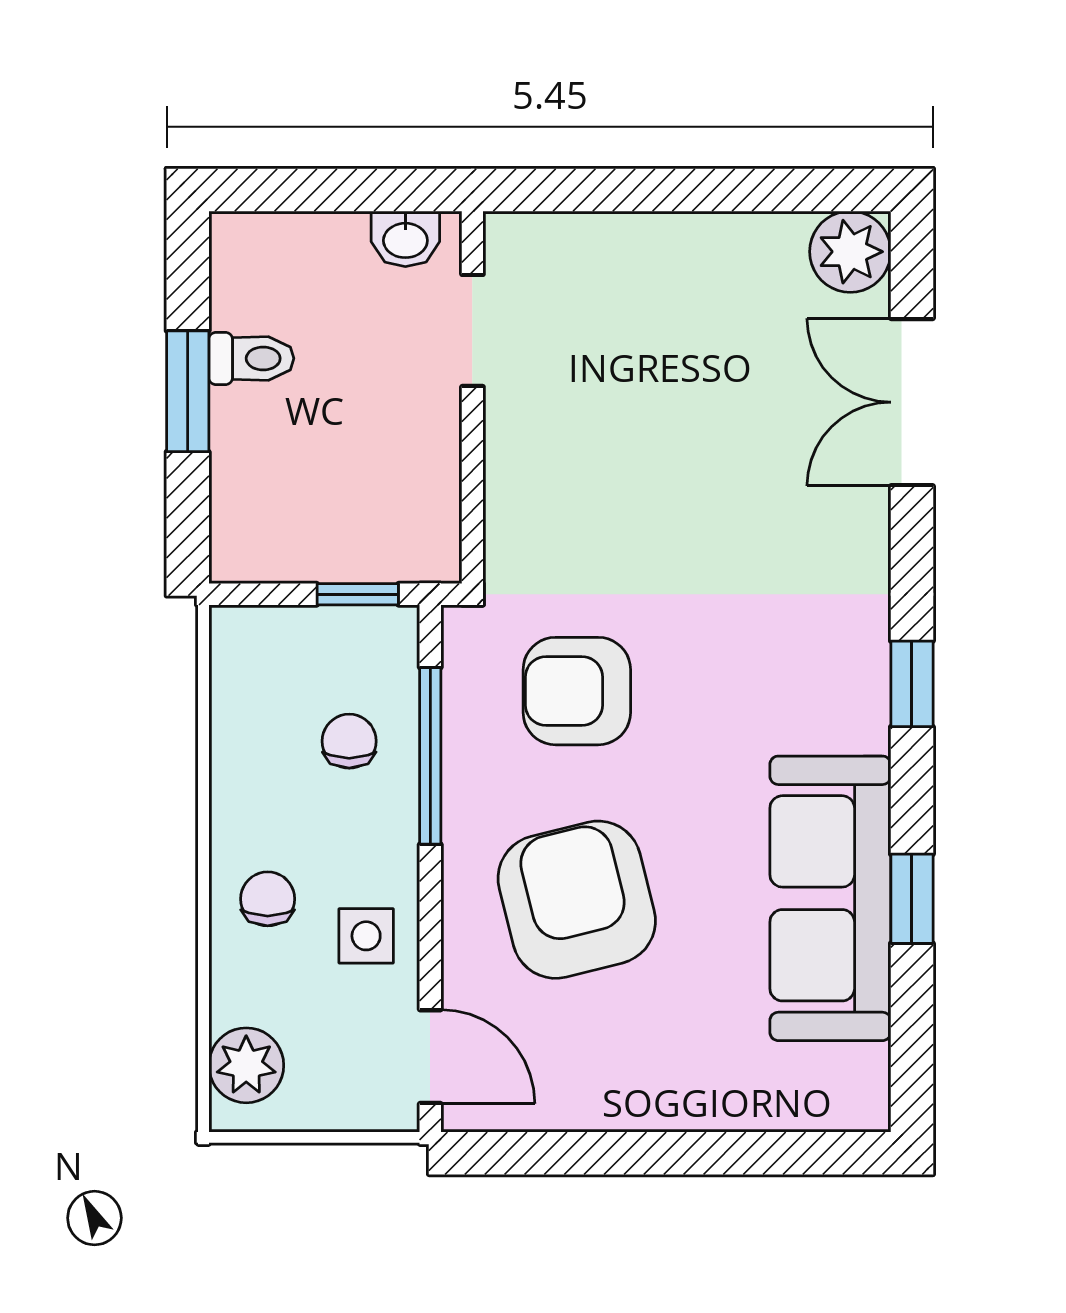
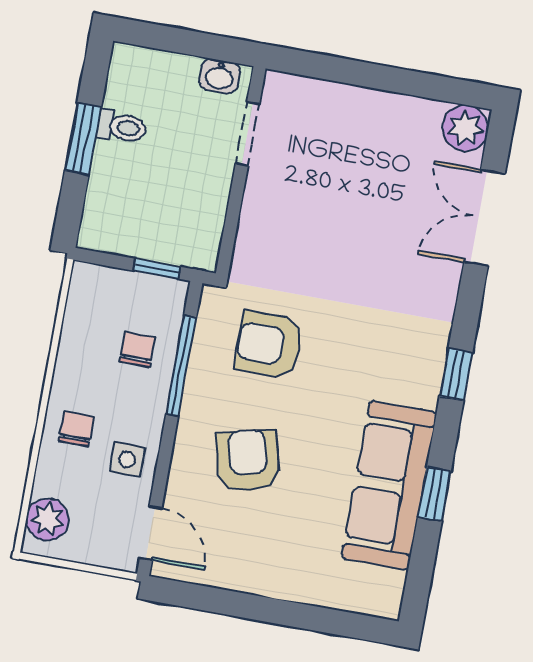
armchair: (577, 900) -> (248, 461), width x0.73, depth x0.73

